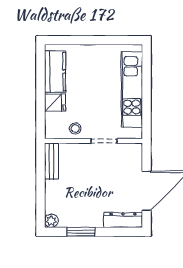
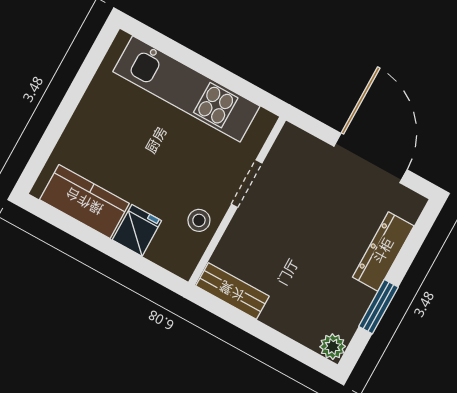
dresser: (123, 220) -> (383, 251), moved

